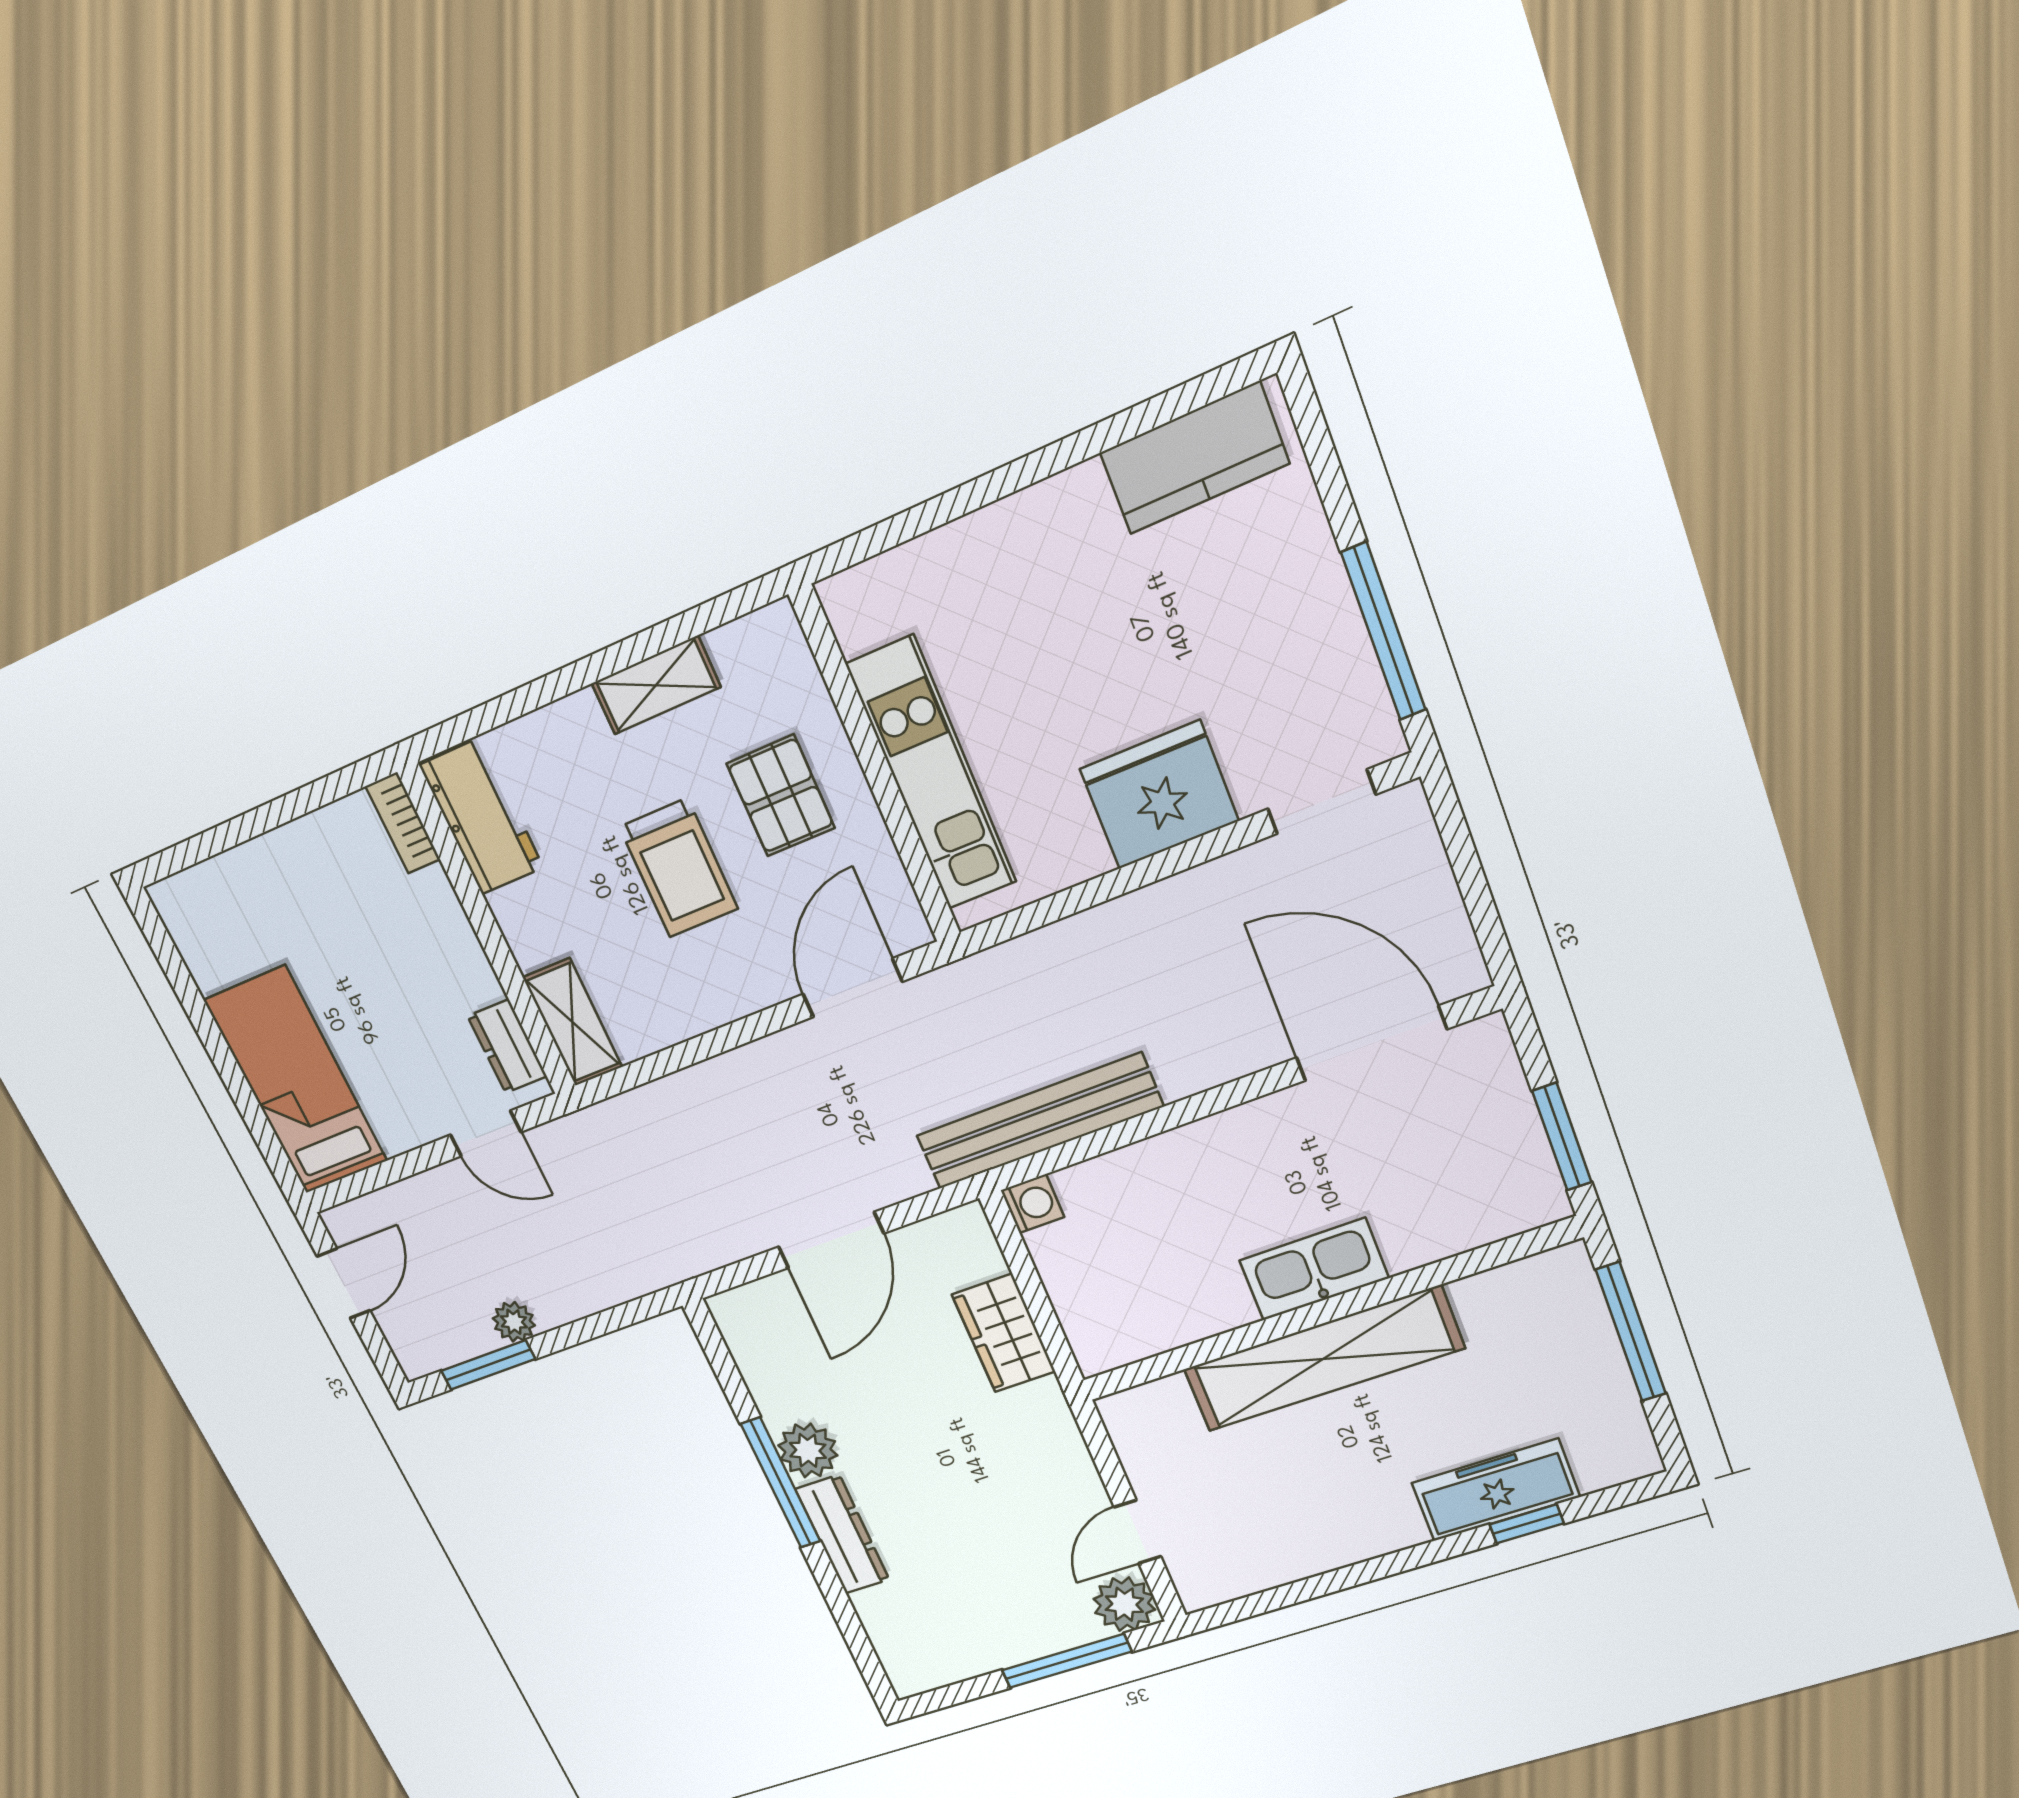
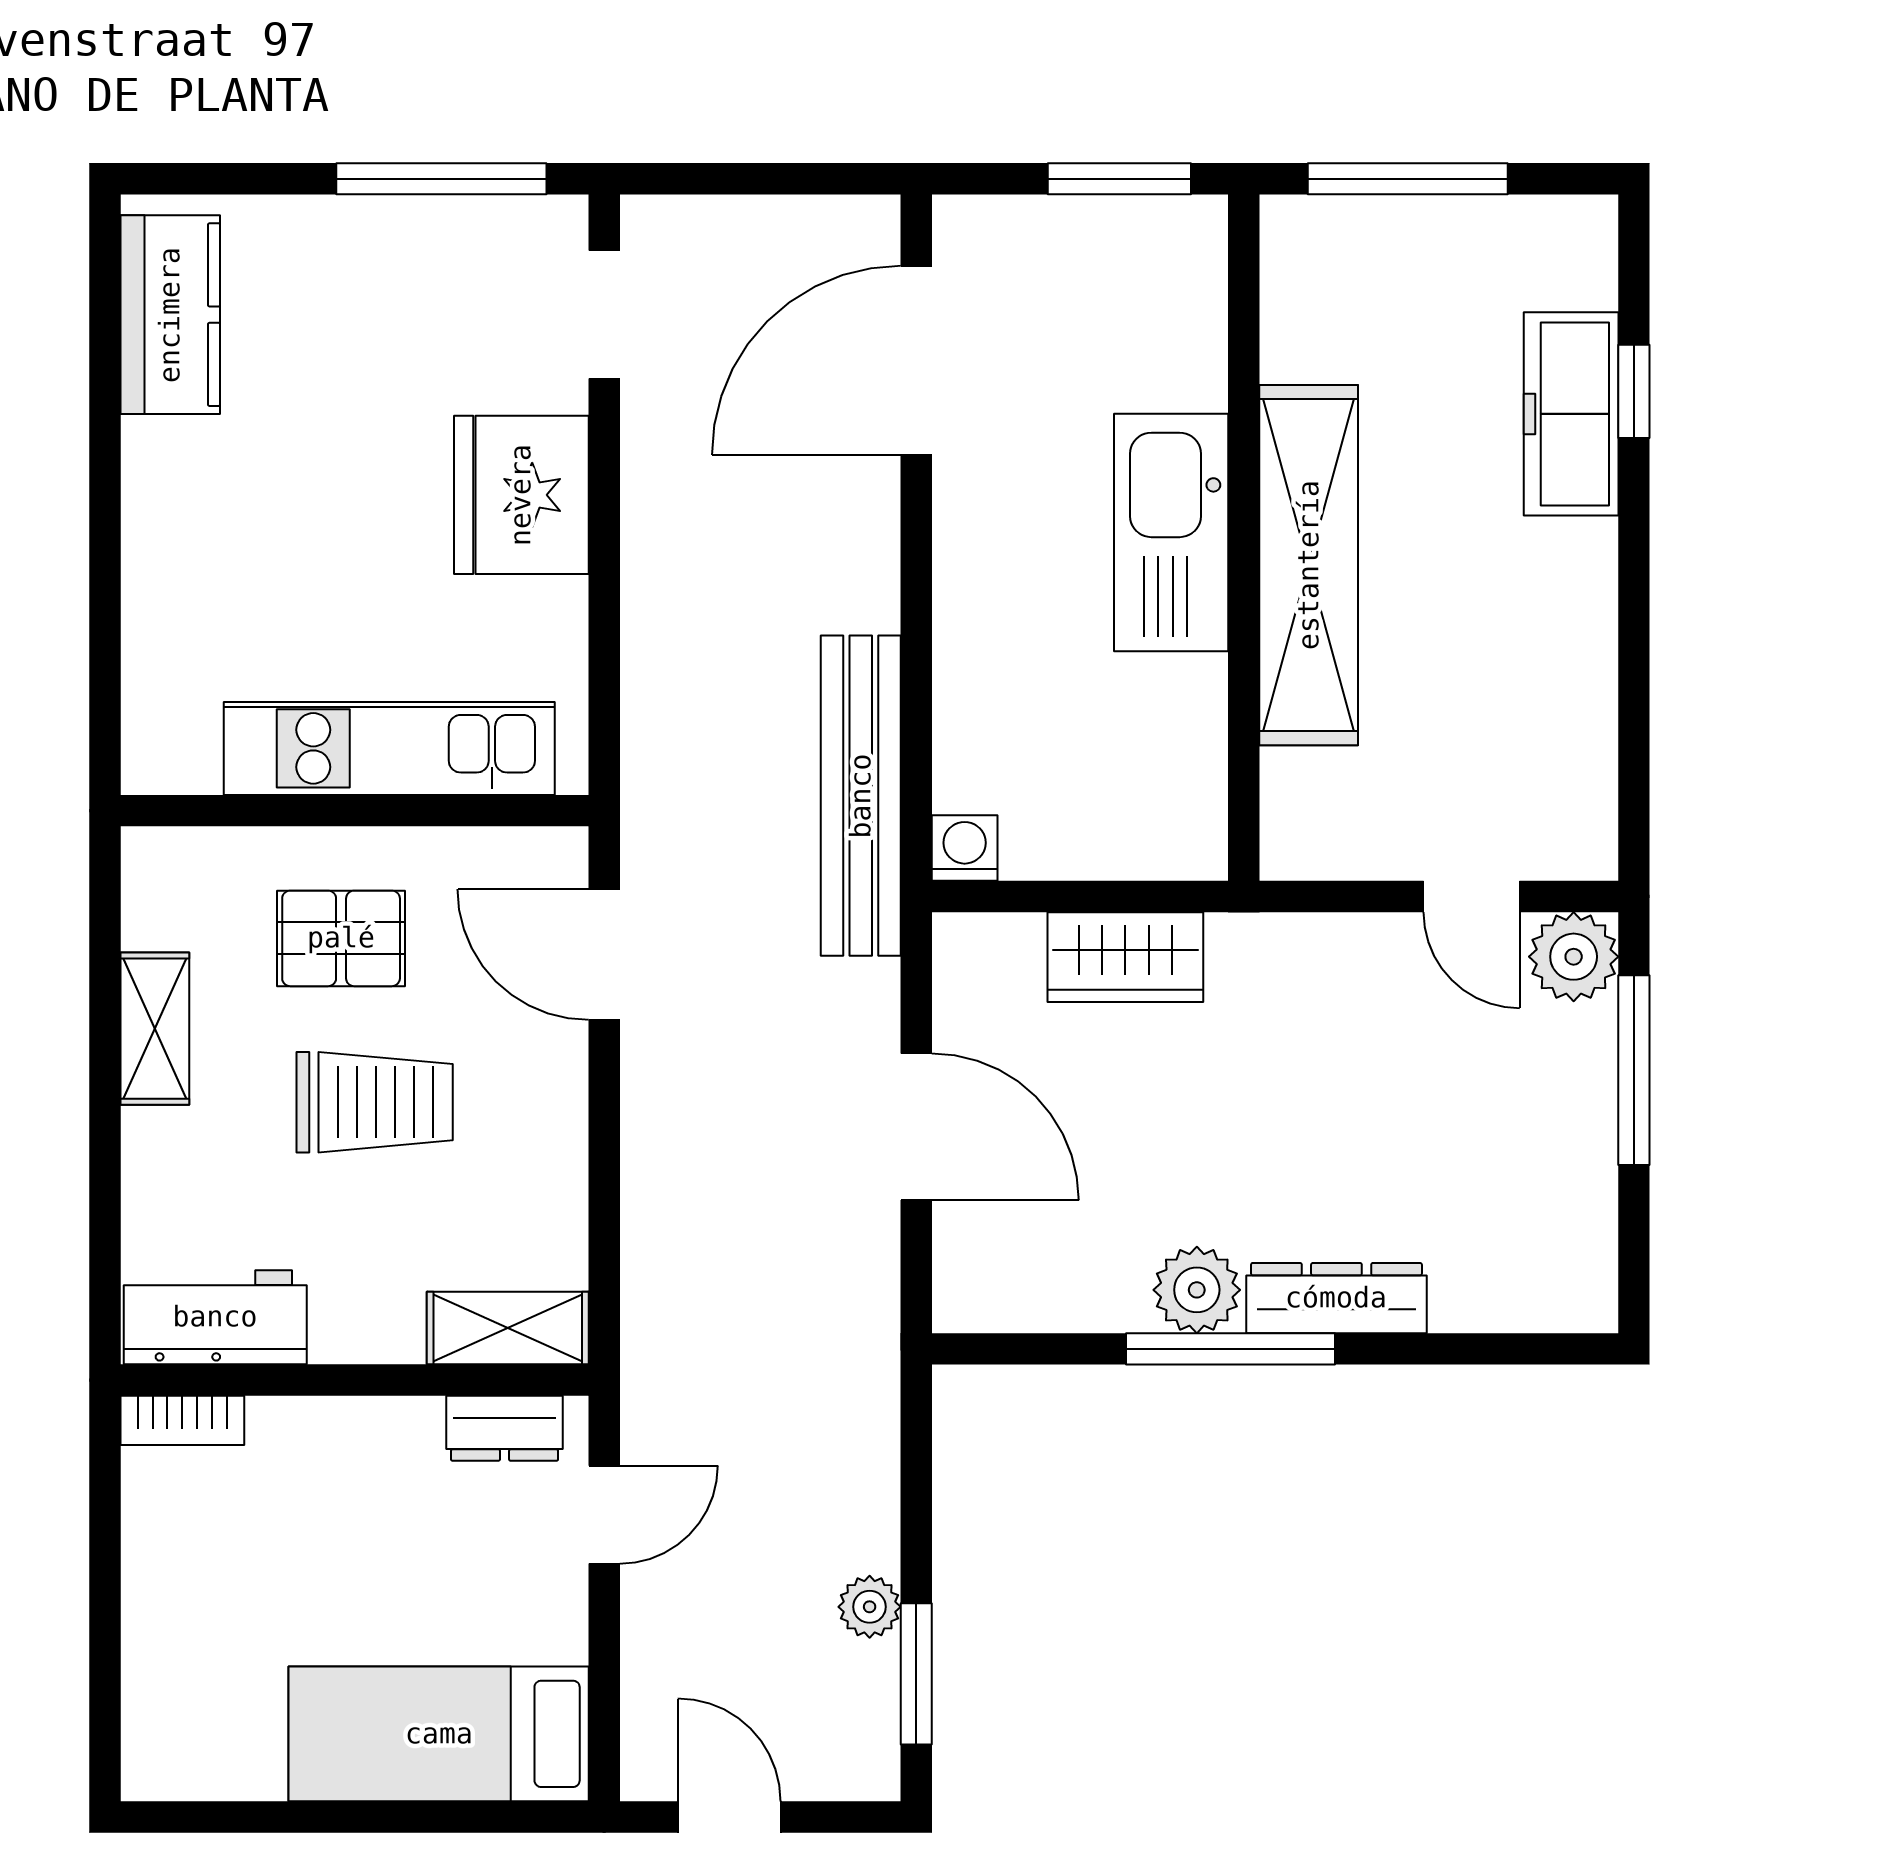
kitchen sink: (1314, 1269) -> (1171, 532), width x1.36, depth x1.24

